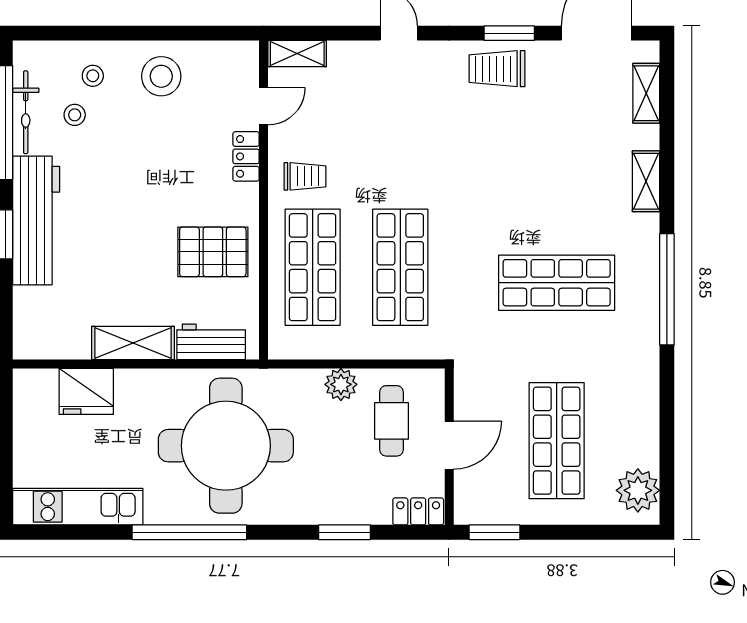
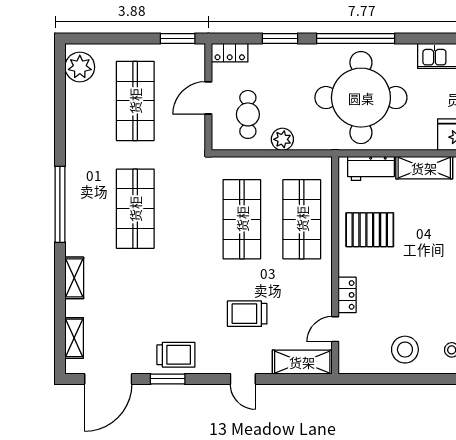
shelving: (297, 54) -> (302, 362), width x1.50, depth x1.33
trolley: (305, 176) -> (247, 314), moved, width x1.36, depth x1.39
shop shelf: (557, 283) -> (135, 209), turned 90
window: (189, 532) -> (356, 38), moved

